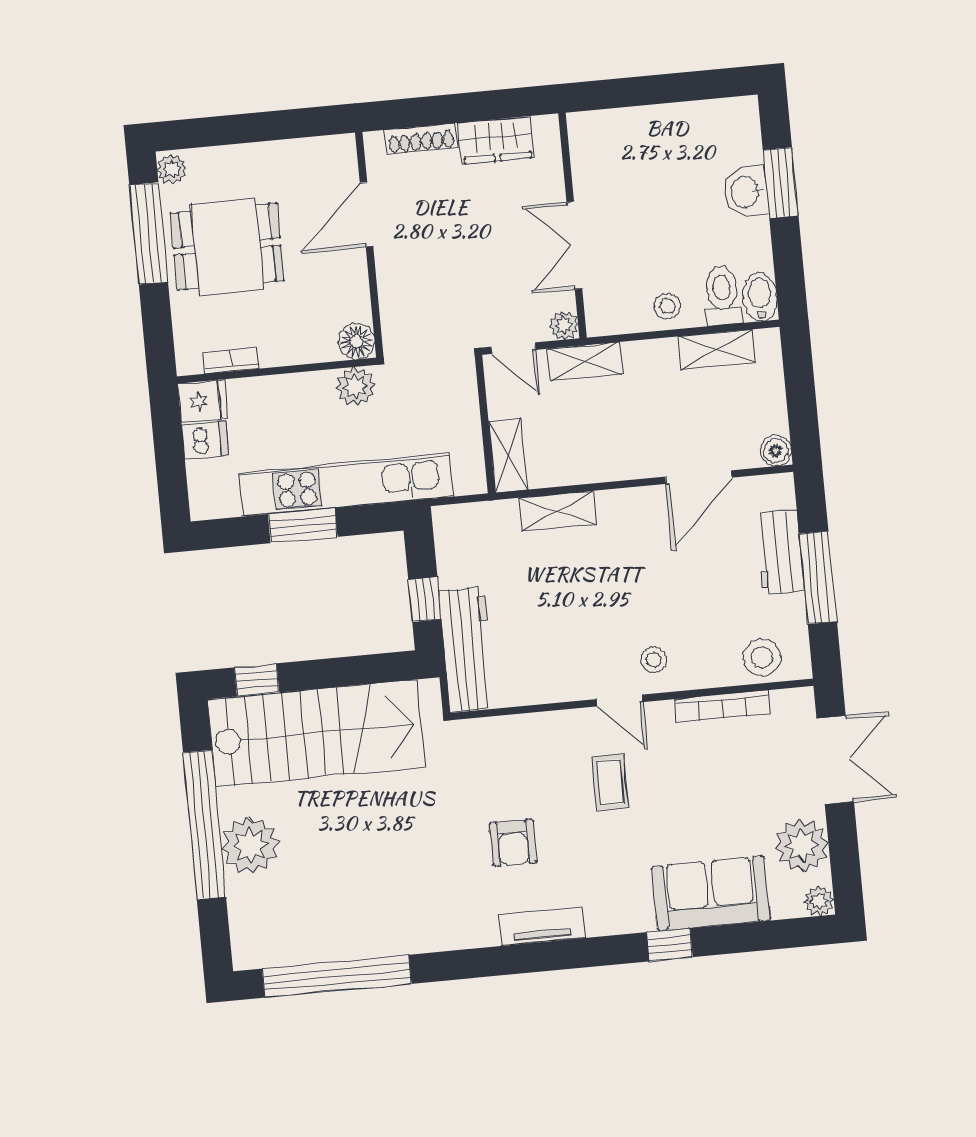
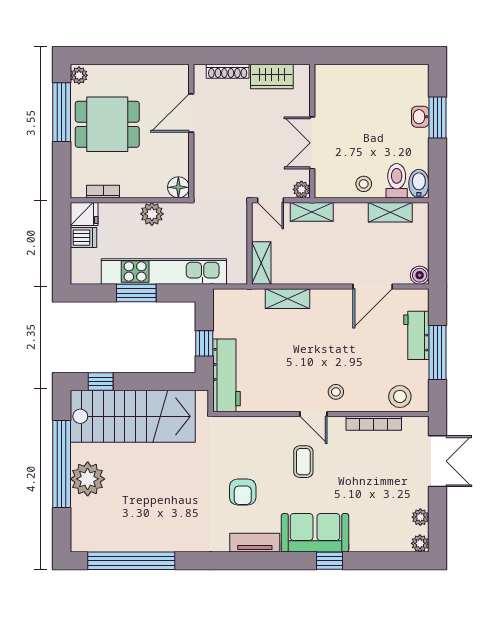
washbasin: (746, 192) -> (420, 117), width x0.72, depth x0.69
plant: (356, 387) -> (152, 214), moved
plant: (802, 846) -> (420, 517), width x0.53, depth x0.53
sofa: (711, 893) -> (315, 533), moved

